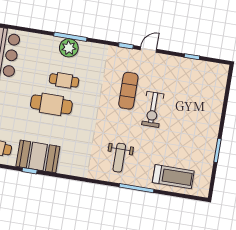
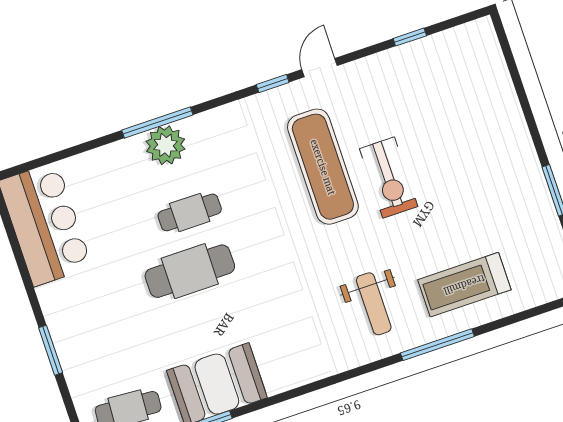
exercise mat: (128, 91) -> (323, 167), width x1.36, depth x1.45
treadmill: (173, 177) -> (464, 285), moved, turned 180

